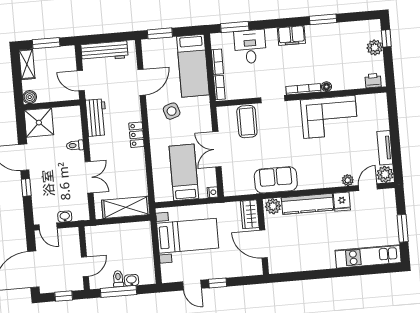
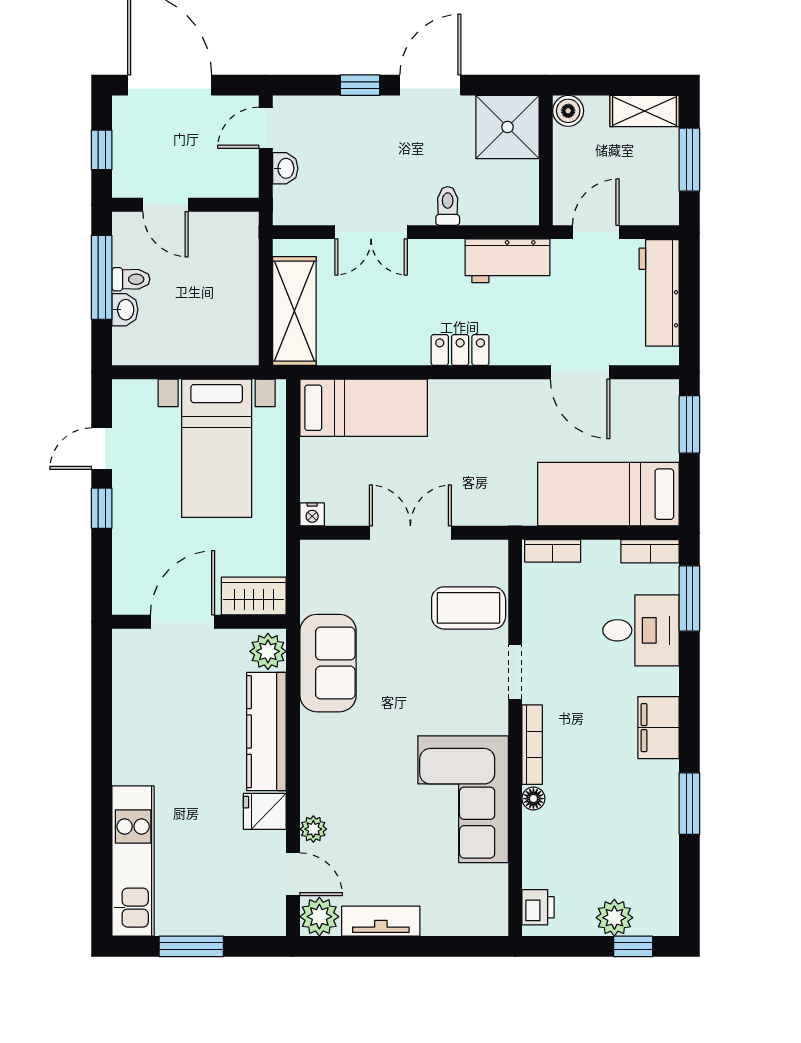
bookcase: (217, 62) -> (650, 551), moved
side table: (172, 111) -> (508, 436), removed
bed: (184, 172) -> (364, 408), moved

